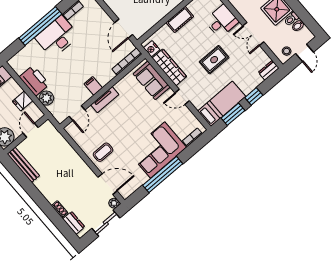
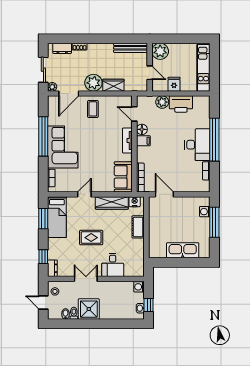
cot: (180, 19) -> (138, 227), moved
rug: (214, 60) -> (91, 238), turned 90
sofa: (152, 80) -> (123, 177), moved, turned -90
floor lamp: (85, 95) -> (142, 129), added
window: (254, 96) -> (43, 257), moved
wardrobe: (68, 152) -> (113, 85), added
plant: (80, 171) -> (93, 83), added

